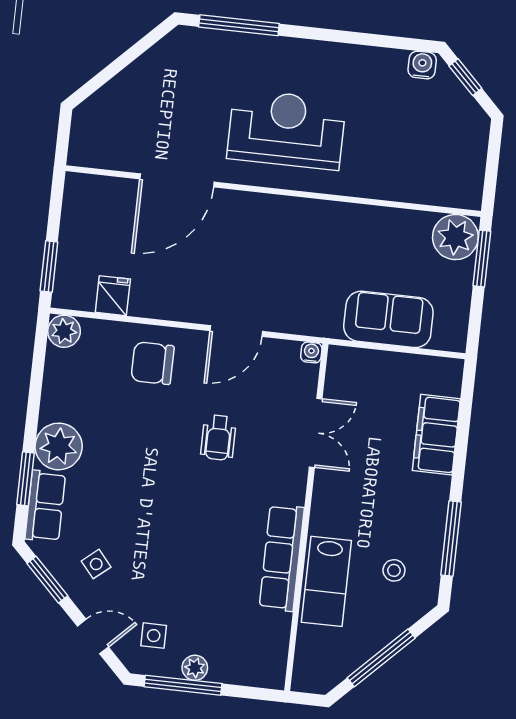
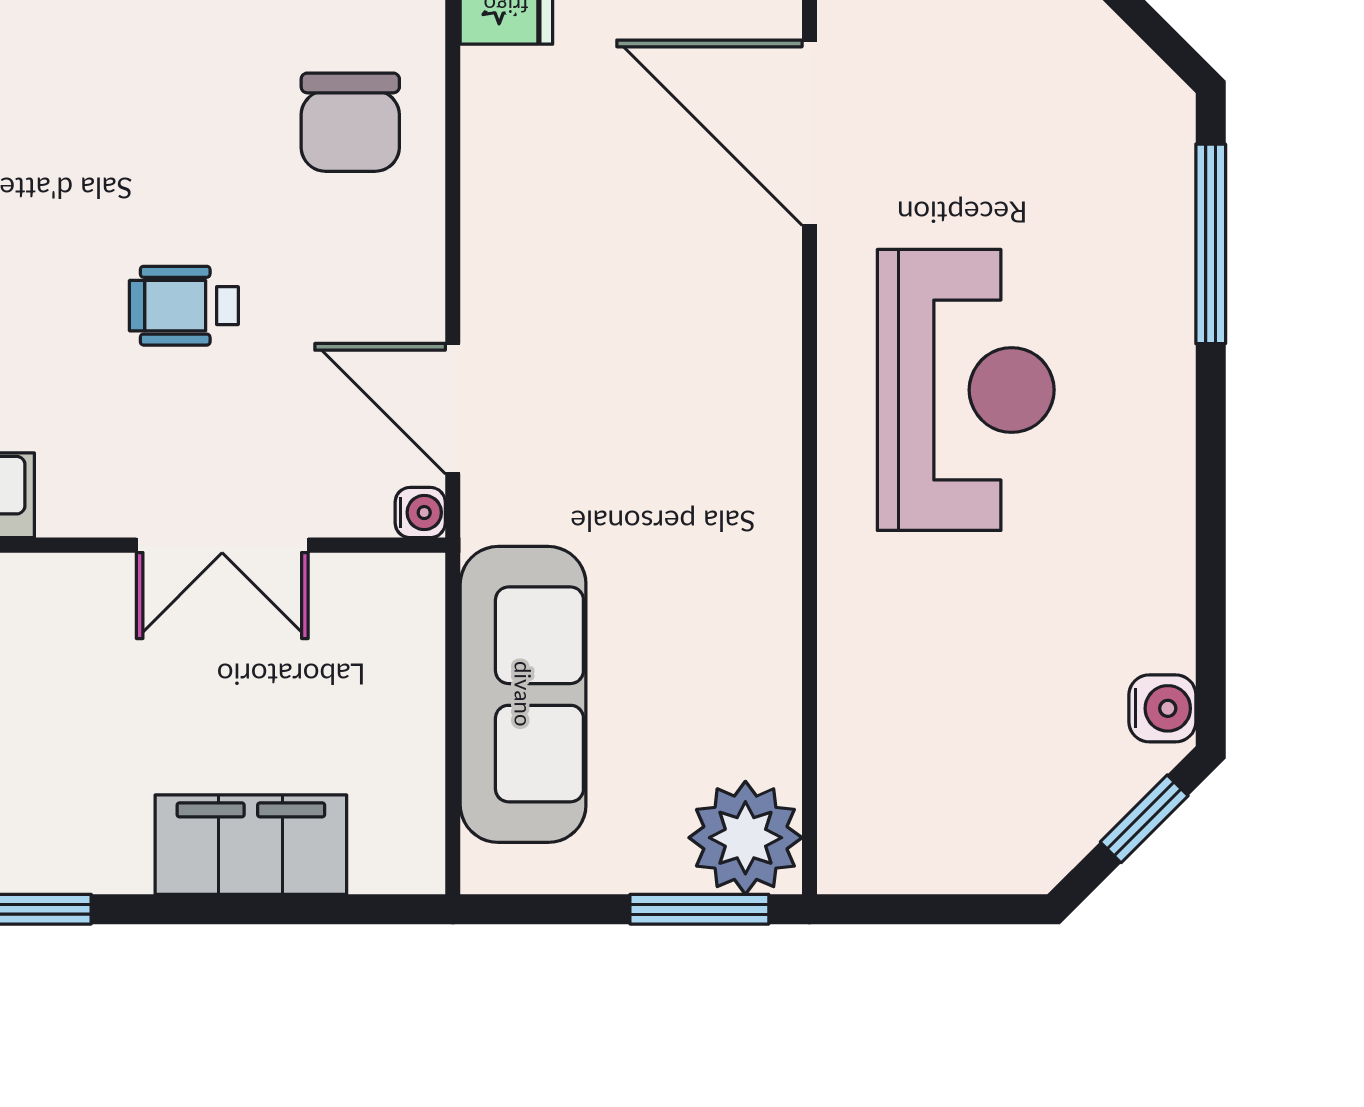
sofa: (388, 319) -> (523, 694), width x1.36
door: (236, 331) -> (453, 409), moved
chair: (153, 363) -> (350, 122), turned 180

